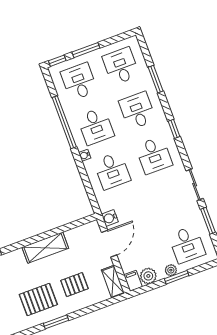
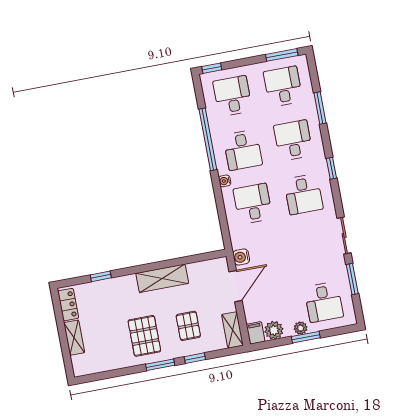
window: (86, 50) -> (282, 55), moved
desk: (112, 171) -> (253, 204), turned 180
pallet: (74, 285) -> (188, 326), turned 90
pallet: (38, 299) -> (144, 336), turned 90
window: (85, 311) -> (195, 358), added

